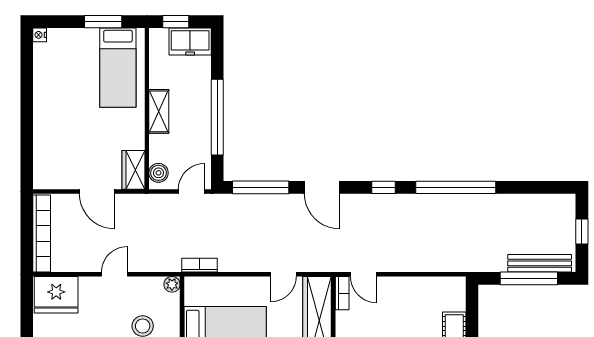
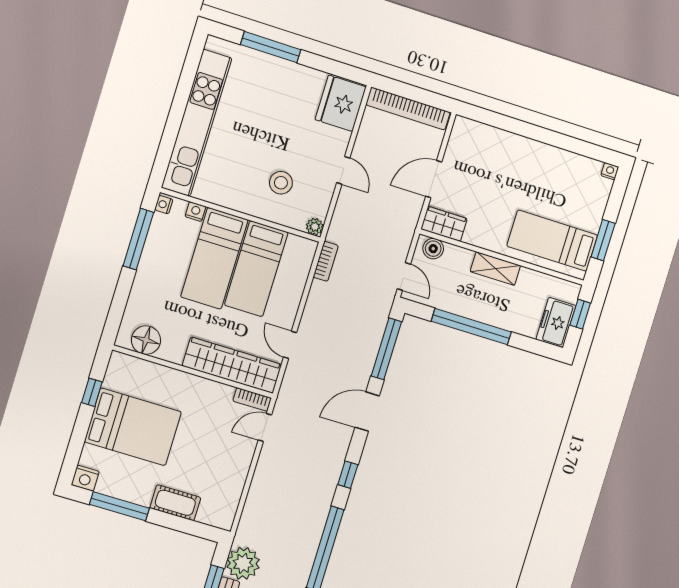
plant: (491, 257) -> (243, 563), added

